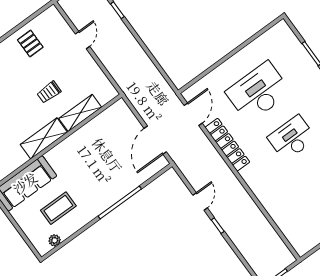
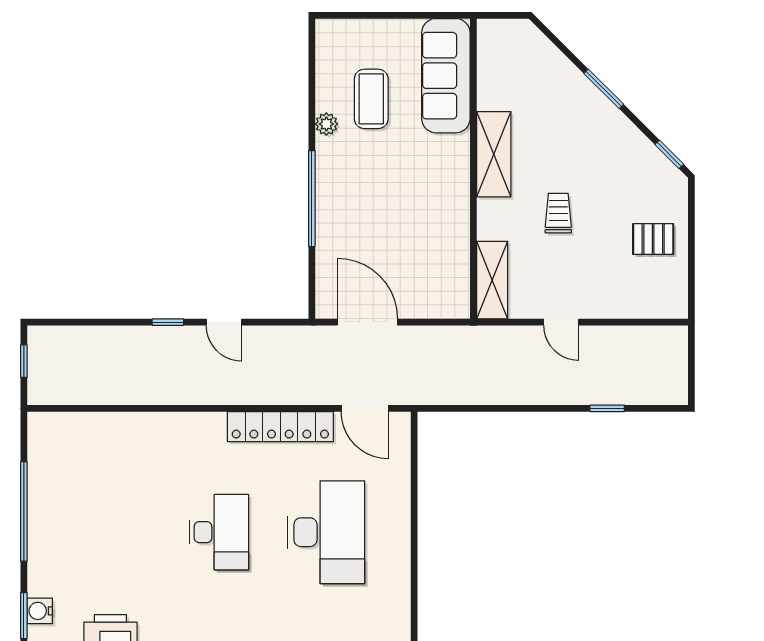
door: (82, 40) -> (561, 322), moved
shelving: (80, 113) -> (492, 280), moved
plant: (55, 240) -> (326, 124), moved

